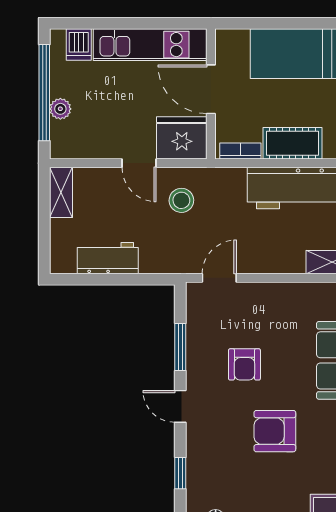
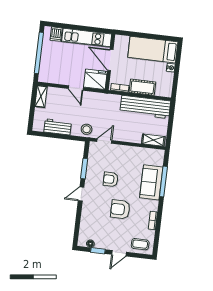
plant: (60, 109) -> (45, 61), removed
stool: (181, 200) -> (87, 129), moved
armchair: (244, 364) -> (111, 179), turned 90
door: (180, 406) -> (81, 194), hinge flipped
window: (180, 473) -> (78, 222), removed

